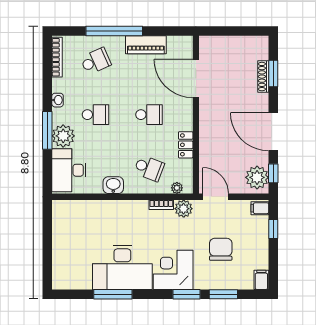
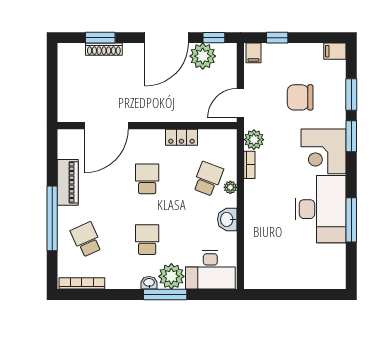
washbasin: (58, 100) -> (149, 283), moved
plant: (257, 177) -> (203, 56), moved
plant: (177, 188) -> (230, 187), moved

